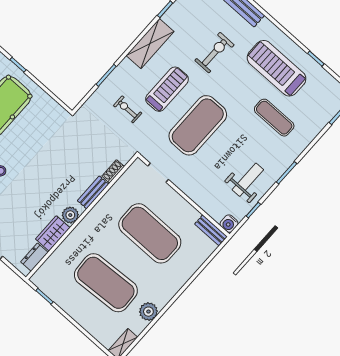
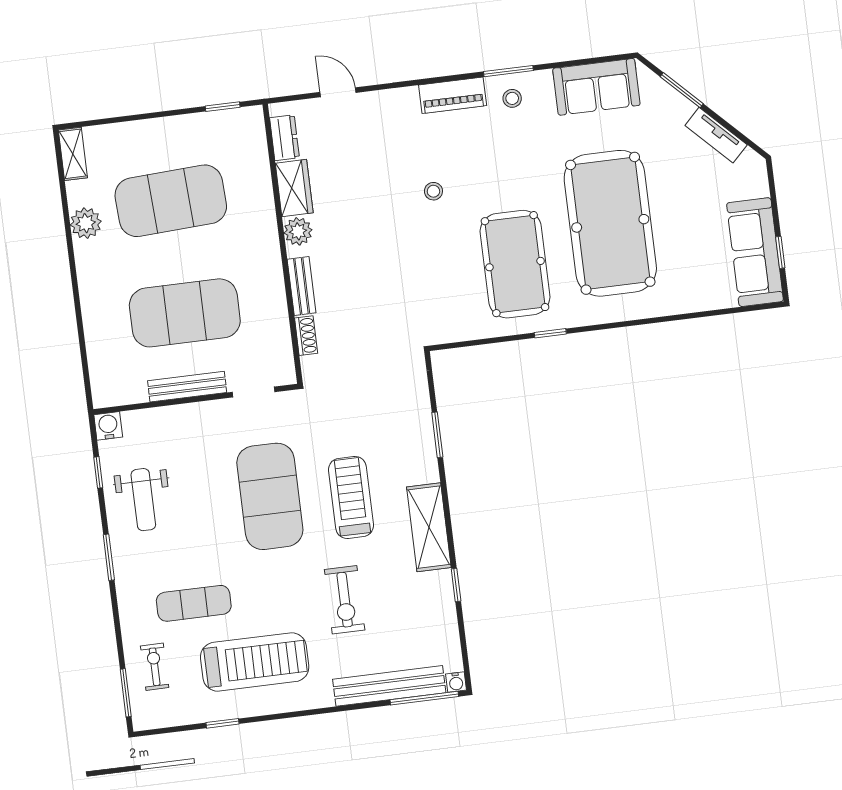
treadmill: (167, 89) -> (351, 497), turned 180
exercise bike: (128, 109) -> (155, 667), moved, turned -90
bench: (211, 230) -> (187, 387), moved, width x1.36

